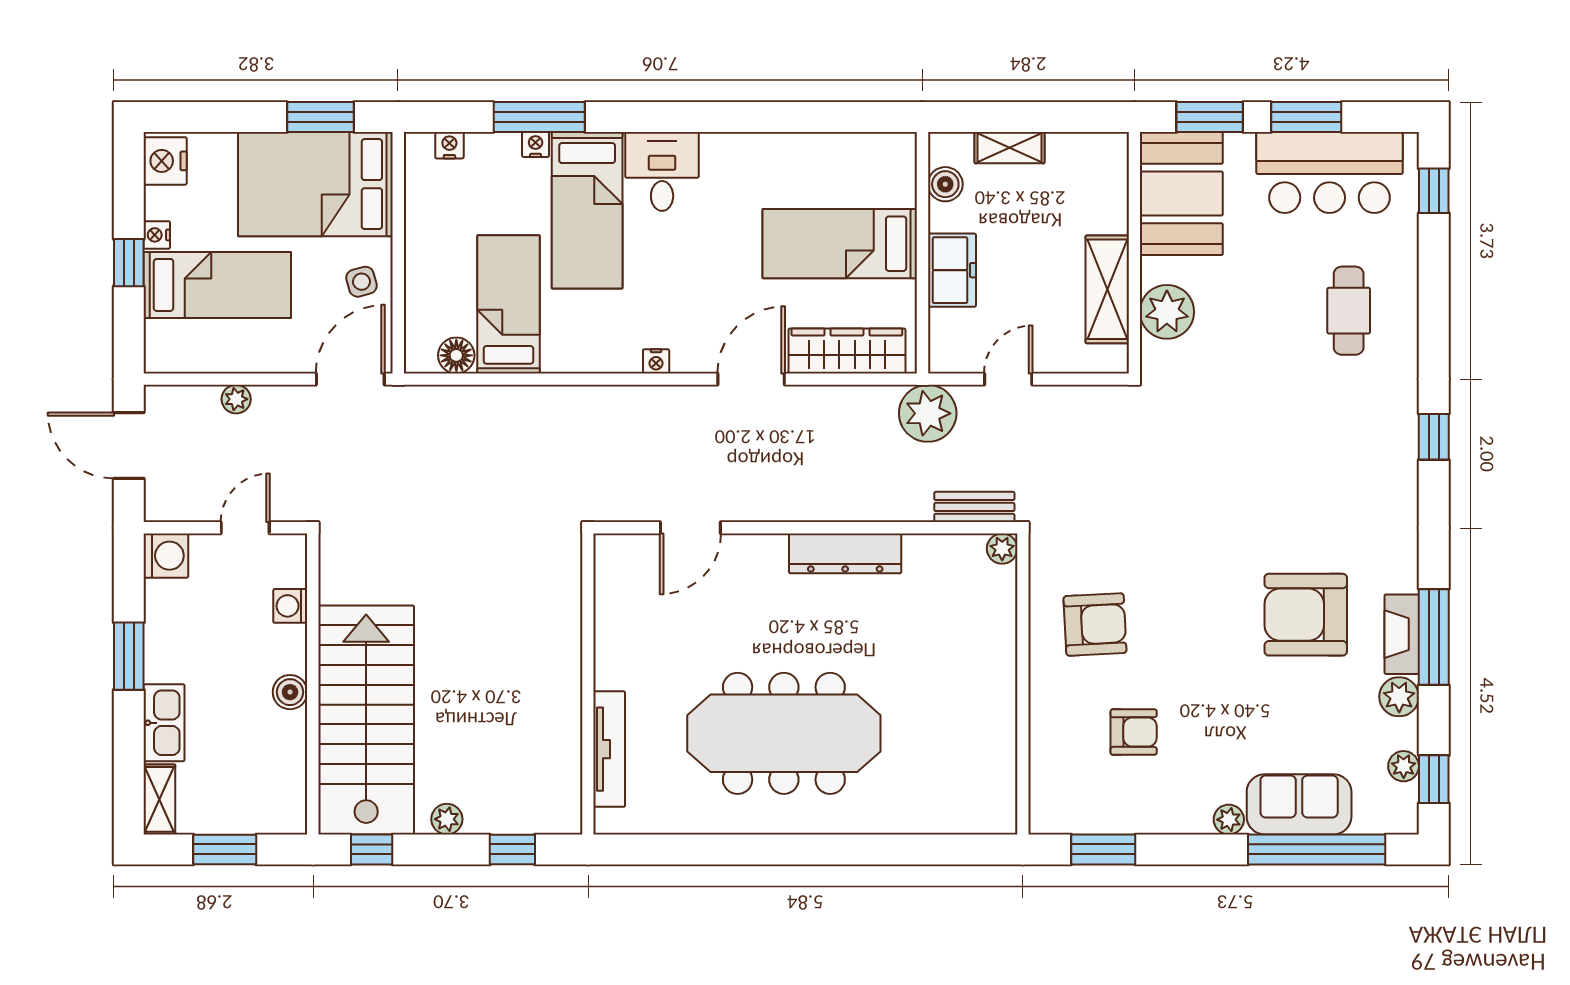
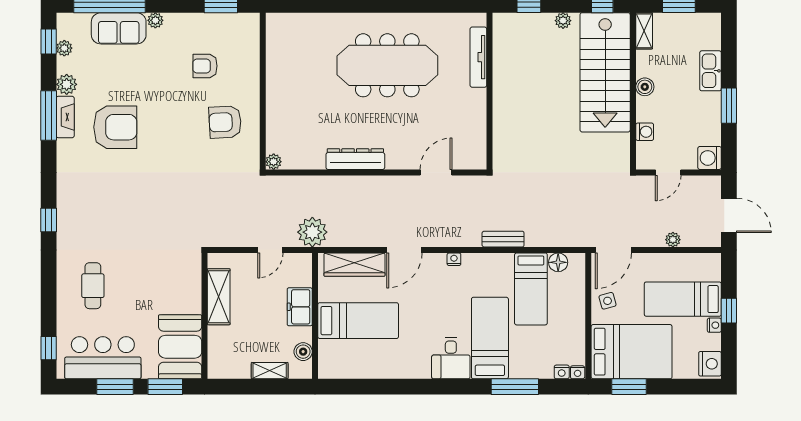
nightstand: (536, 145) -> (578, 372), moved
plant: (1167, 312) -> (188, 285), removed
bench: (974, 507) -> (503, 239), moved
shelving: (159, 799) -> (644, 31), moved

